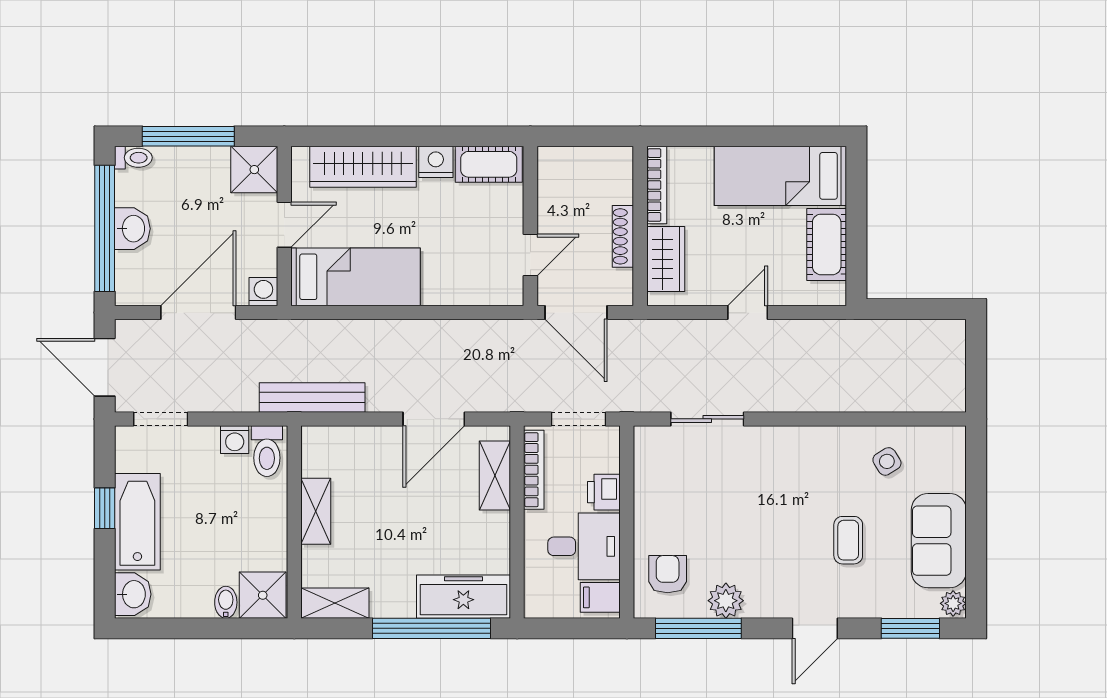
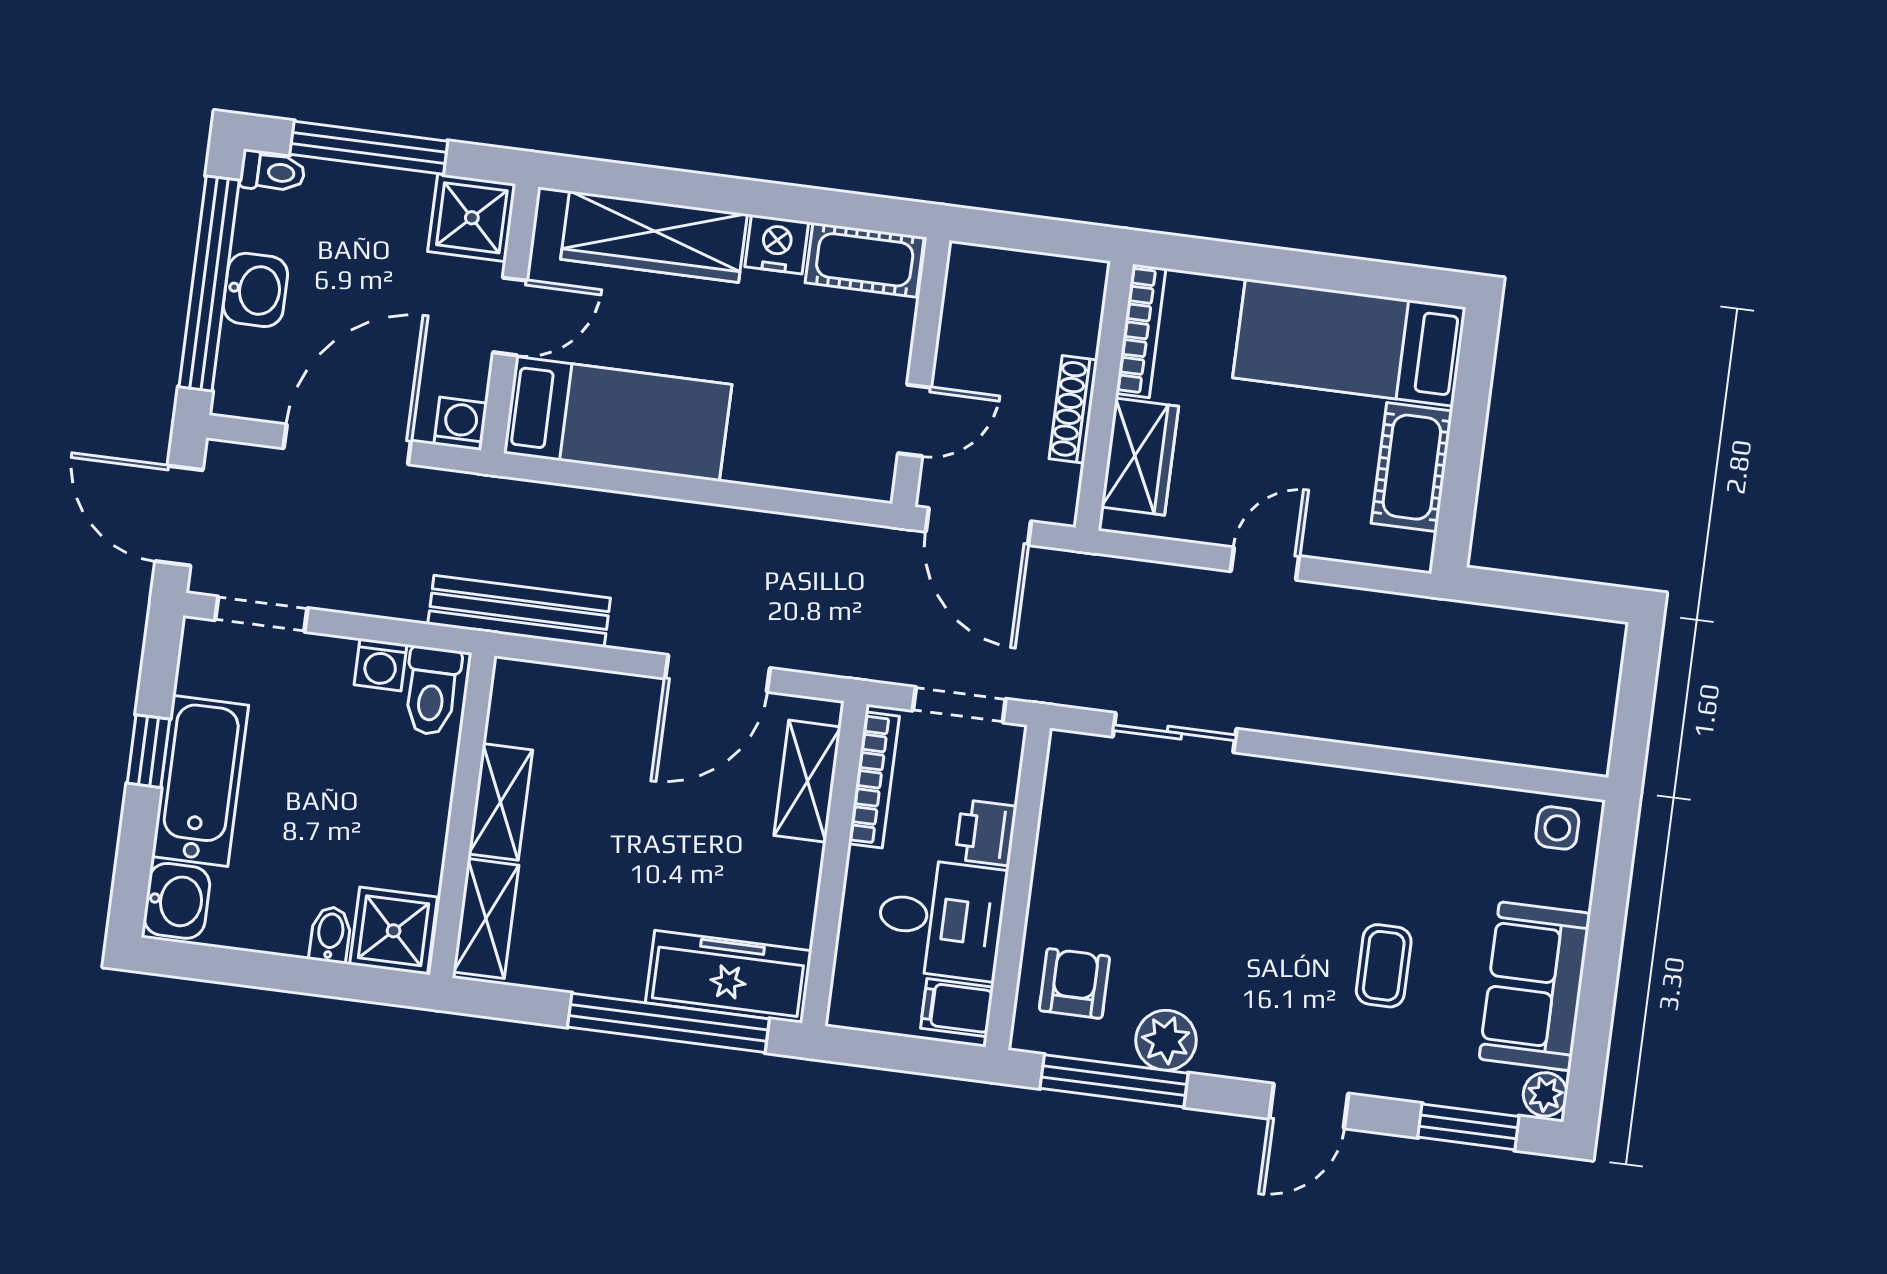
side table: (887, 461) -> (1557, 828), moved, turned 32
shelving: (335, 603) -> (486, 919), moved, turned 90

